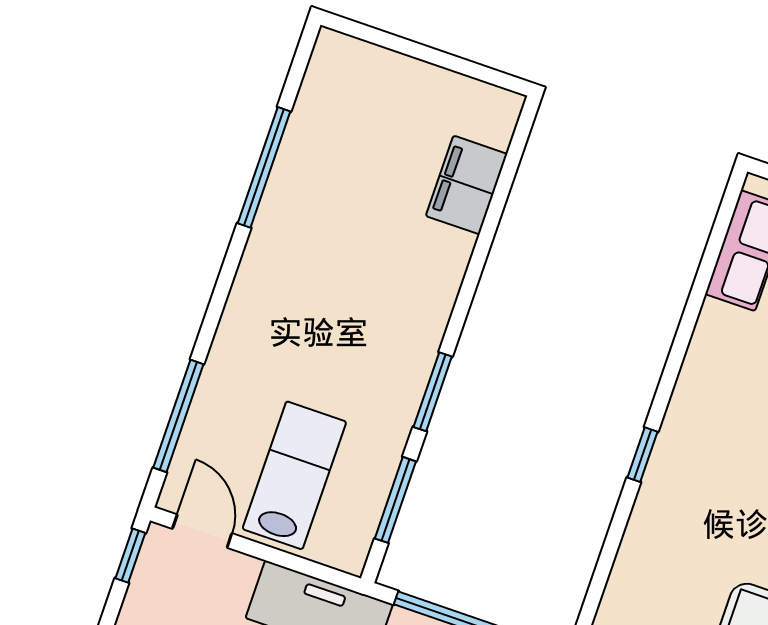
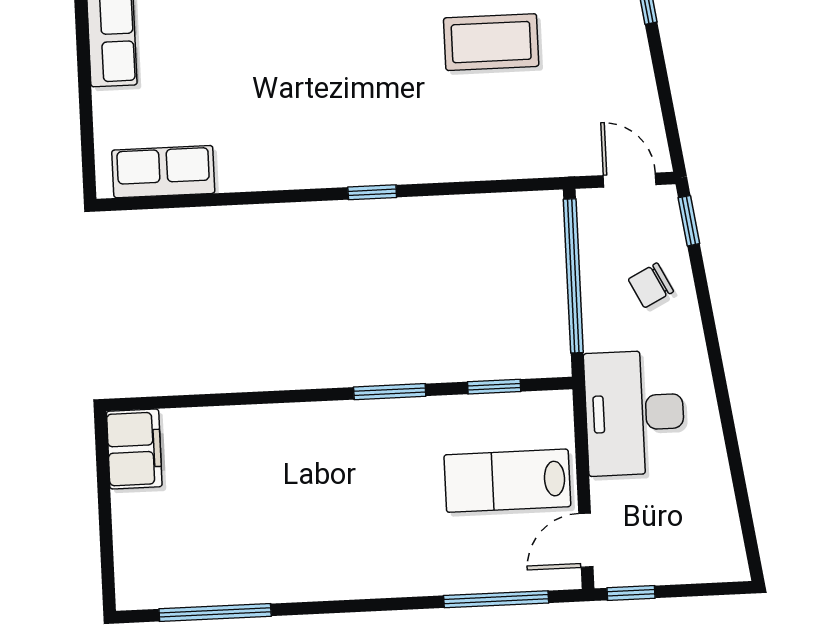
window: (264, 167) -> (215, 613), moved
filing cabinet: (466, 185) -> (134, 449), moved, turned -90
window: (395, 500) -> (494, 387), width x0.67

